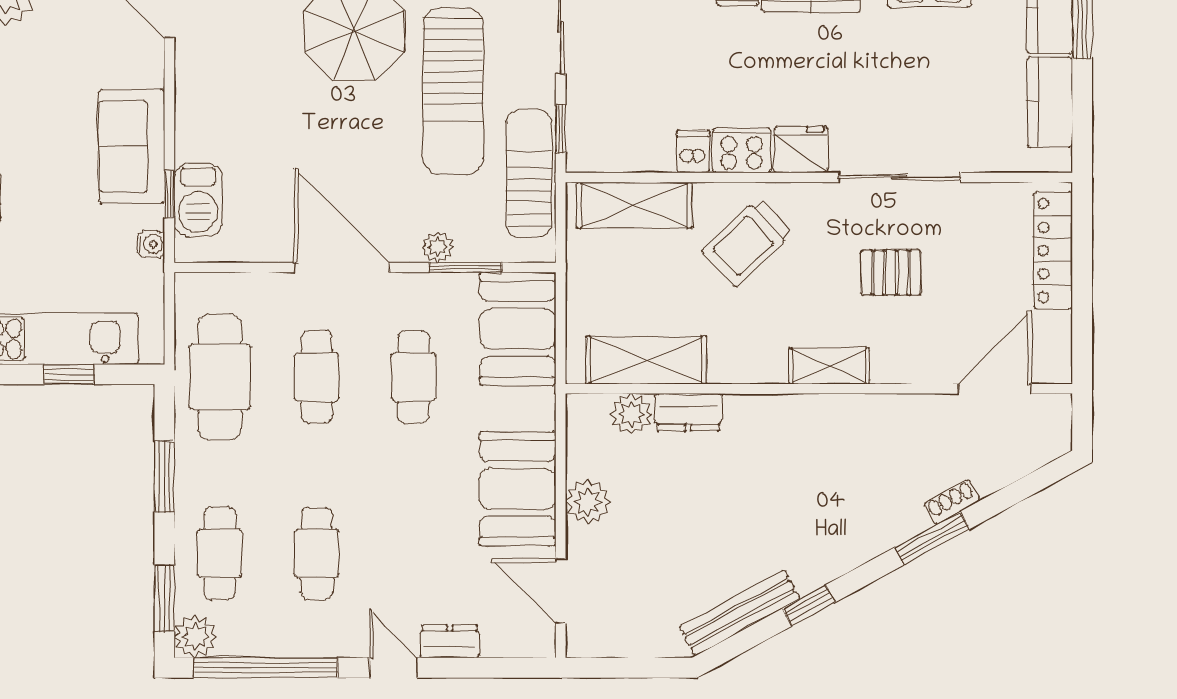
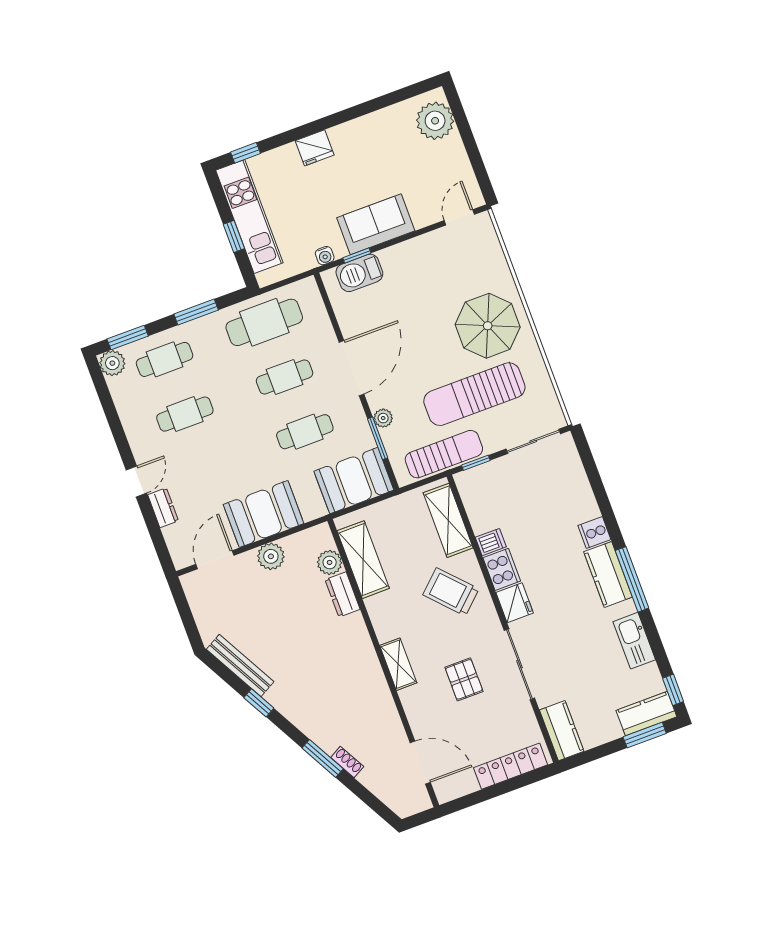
kitchen counter: (1050, 102) -> (562, 731), moved, turned 90
window: (266, 668) -> (110, 409), removed

